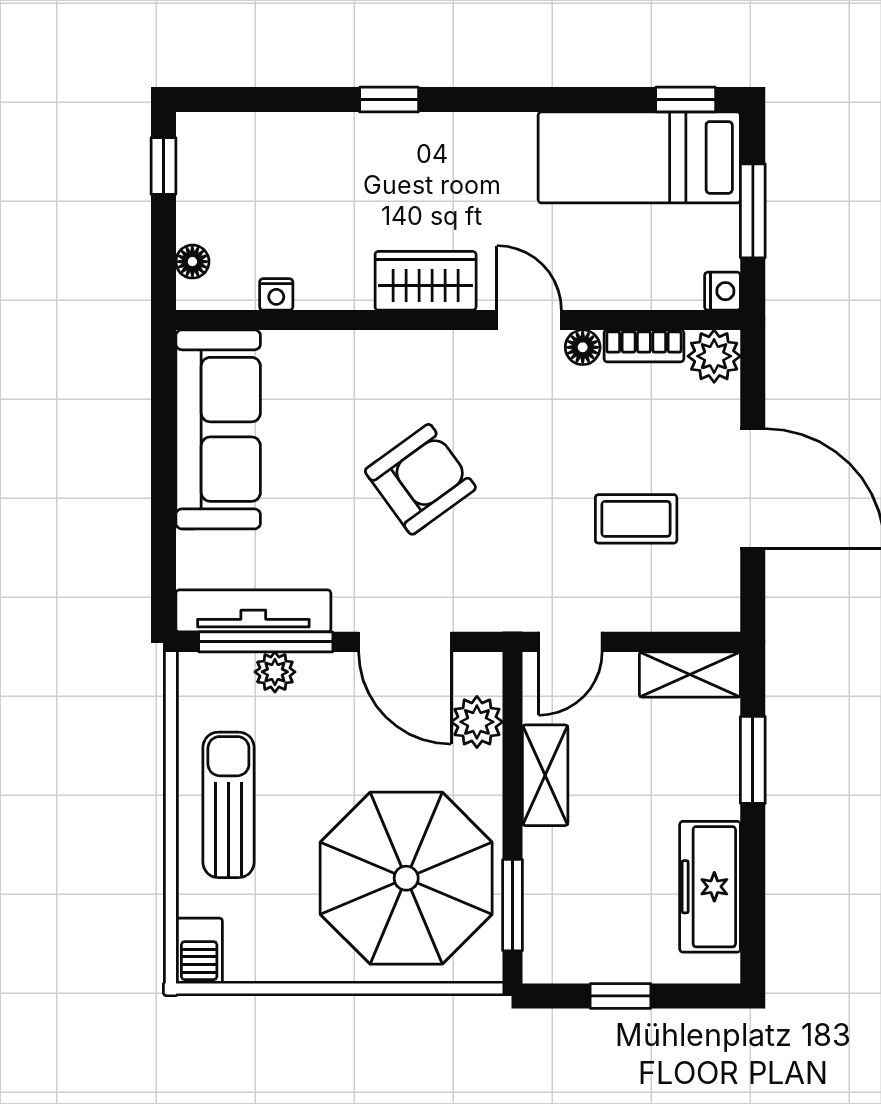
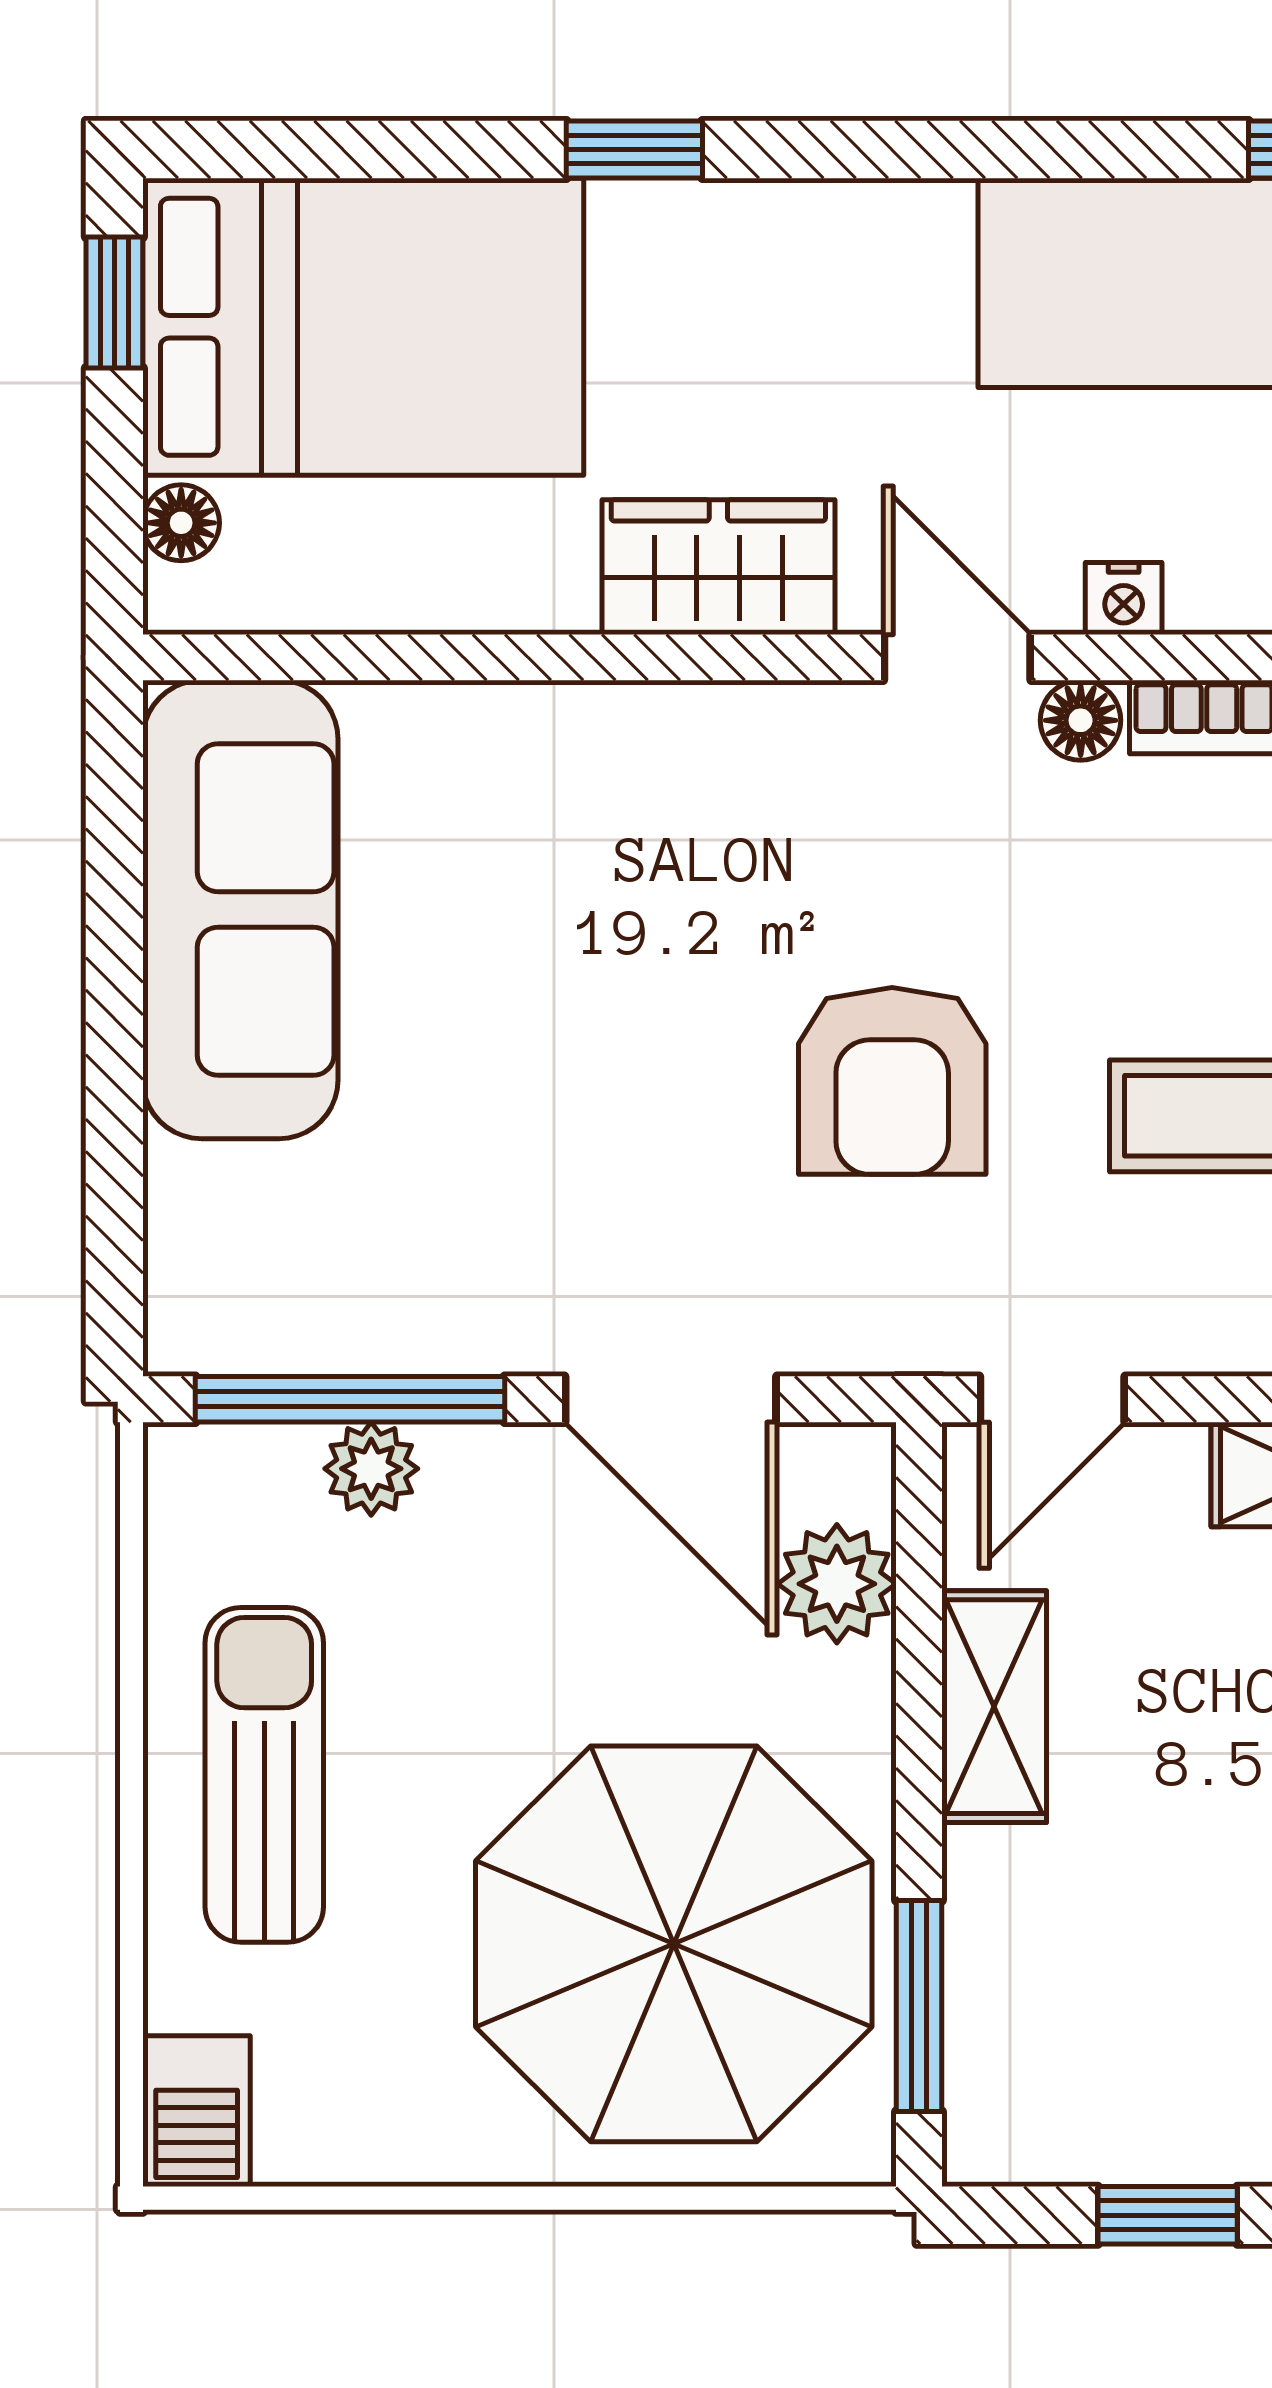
bed: (271, 177) -> (363, 327), added
nightstand: (276, 294) -> (1124, 598), moved
armchair: (420, 479) -> (892, 1081), moved, turned 126
tv unit: (253, 611) -> (322, 1328), removed

